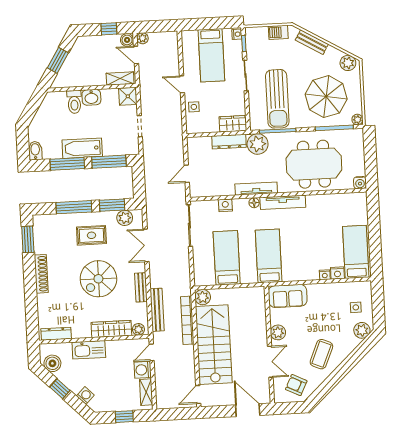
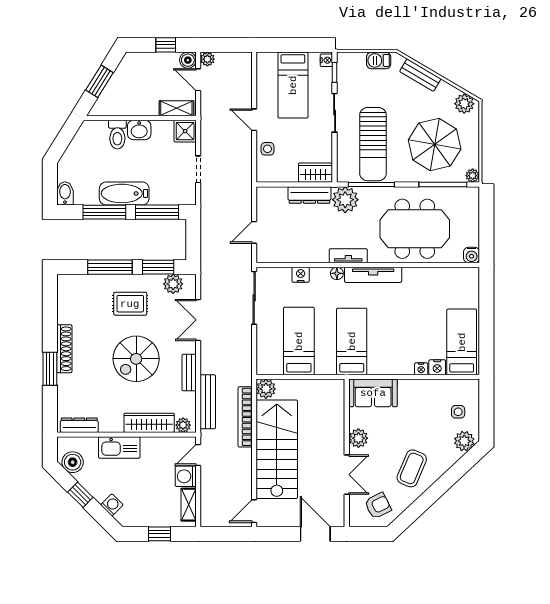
tv unit: (256, 189) -> (348, 256), width x0.71
window: (28, 239) -> (50, 369), moved
armchair: (296, 385) -> (378, 506), turned 128

